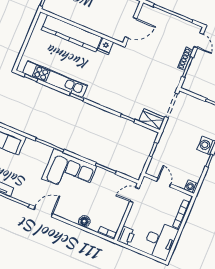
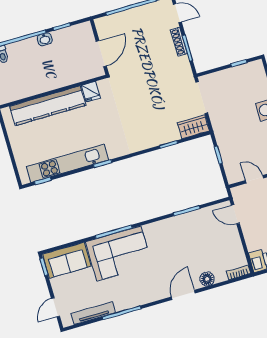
corner sofa: (69, 172) -> (119, 253), moved
door: (134, 195) -> (235, 214), hinge flipped
door: (43, 212) -> (183, 295), moved

